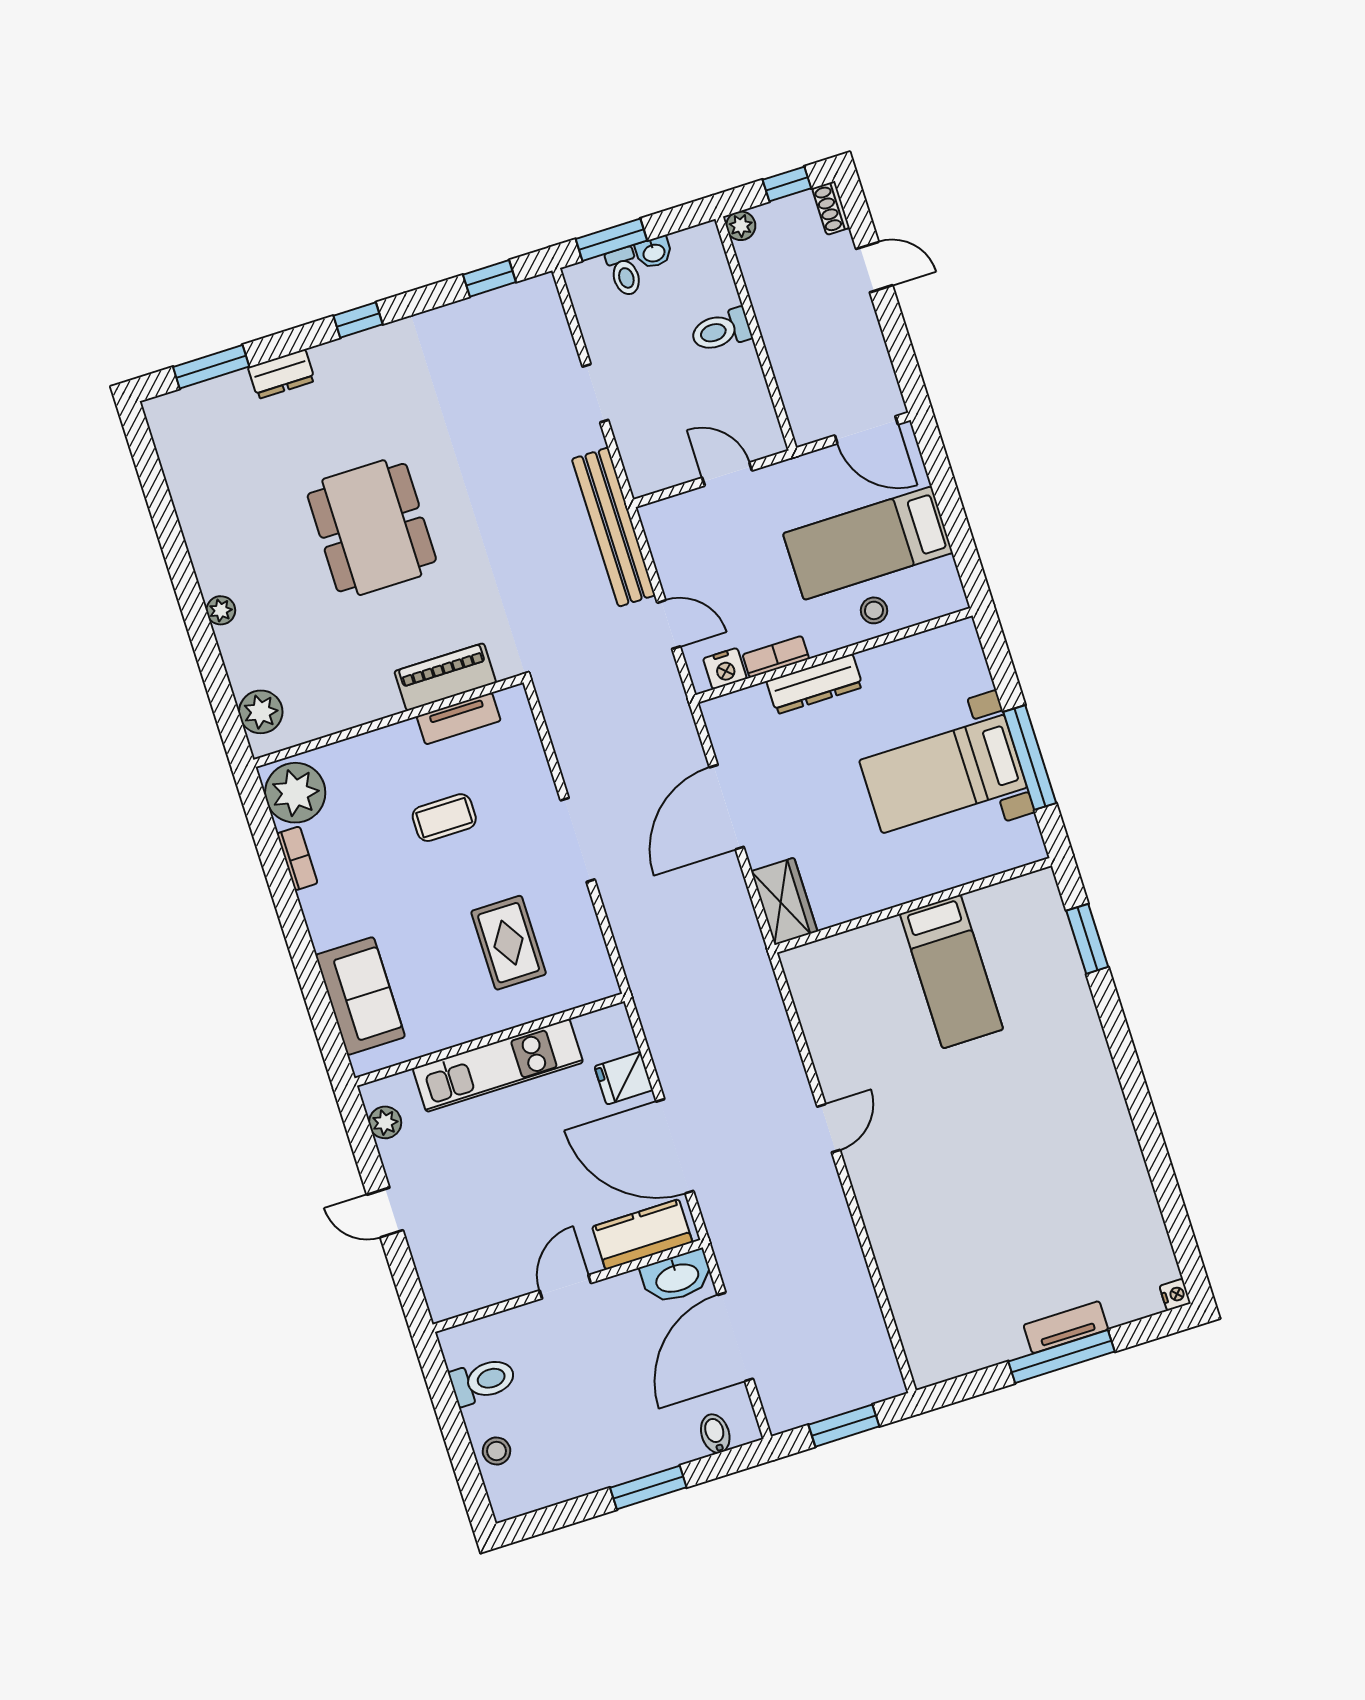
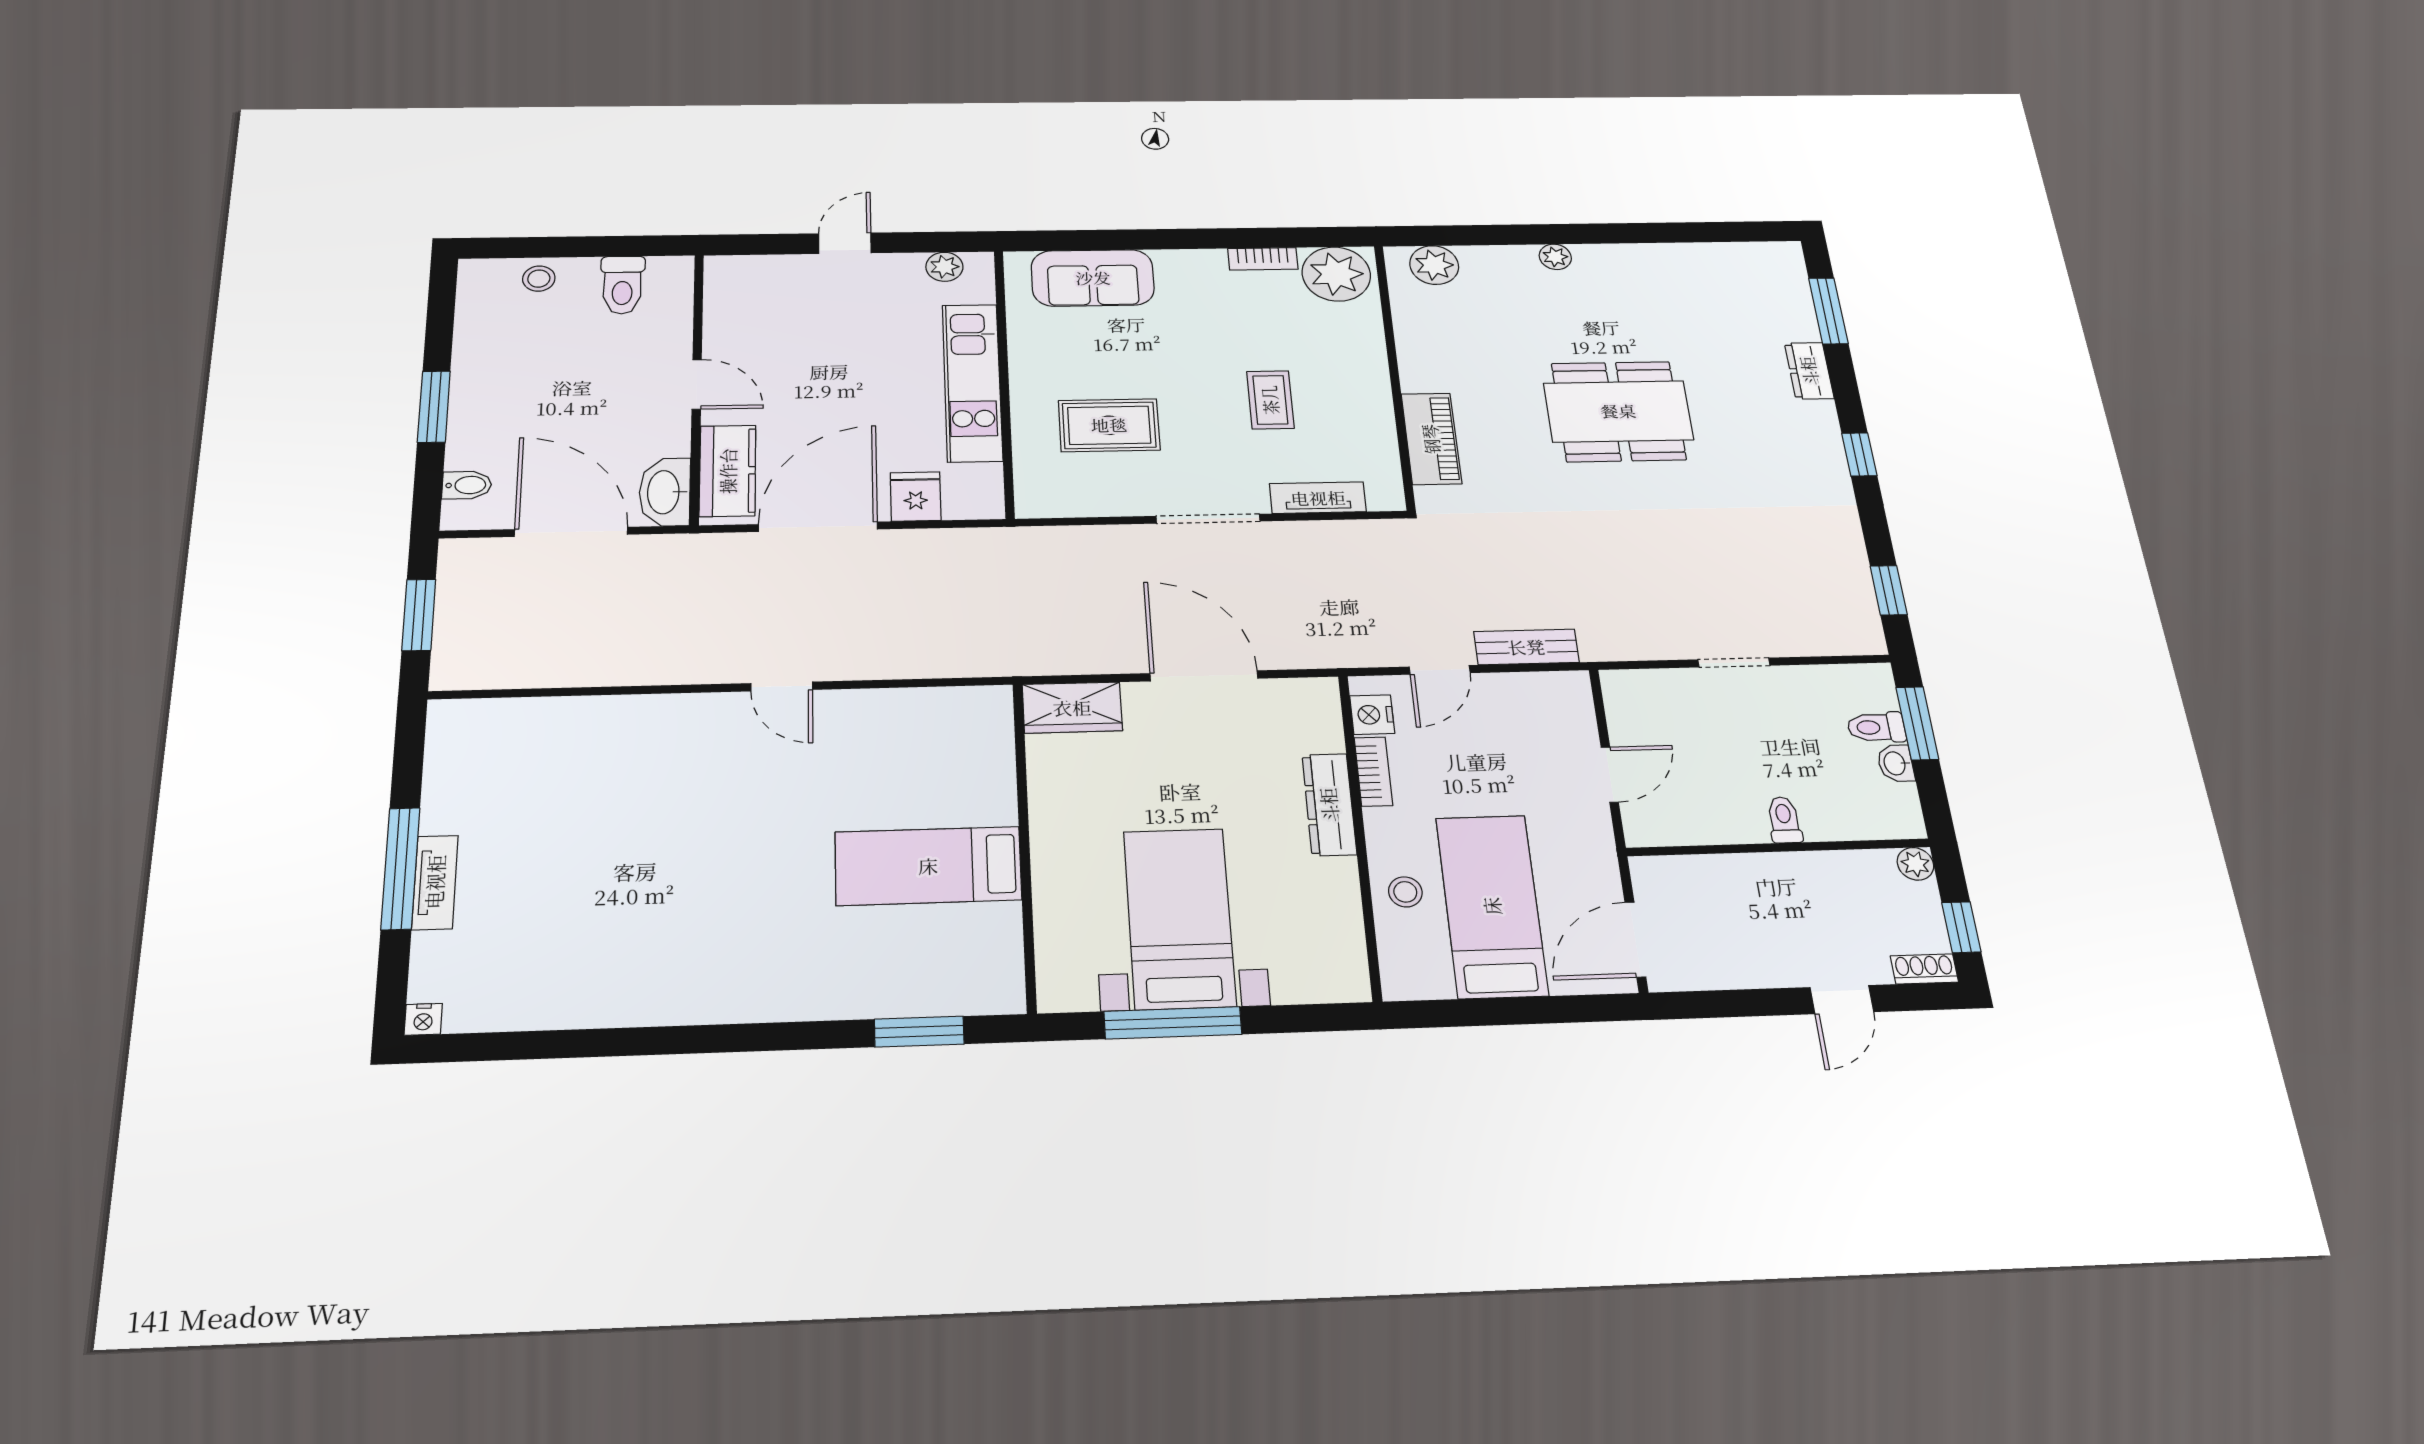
toilet: (721, 330) -> (1784, 820), width x0.73, depth x0.72
bench: (614, 527) -> (1526, 647), width x0.54, depth x0.82
tv unit: (459, 719) -> (1318, 498), moved, turned 90

